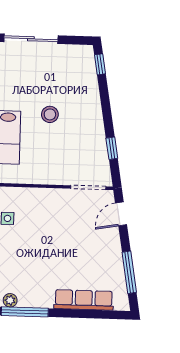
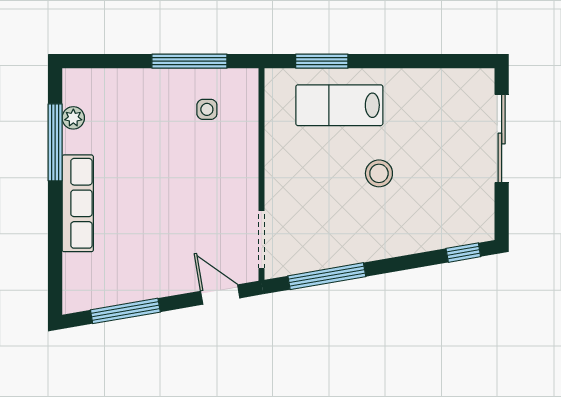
window: (112, 148) -> (327, 276), width x2.17
row of seats: (84, 300) -> (78, 203), moved

